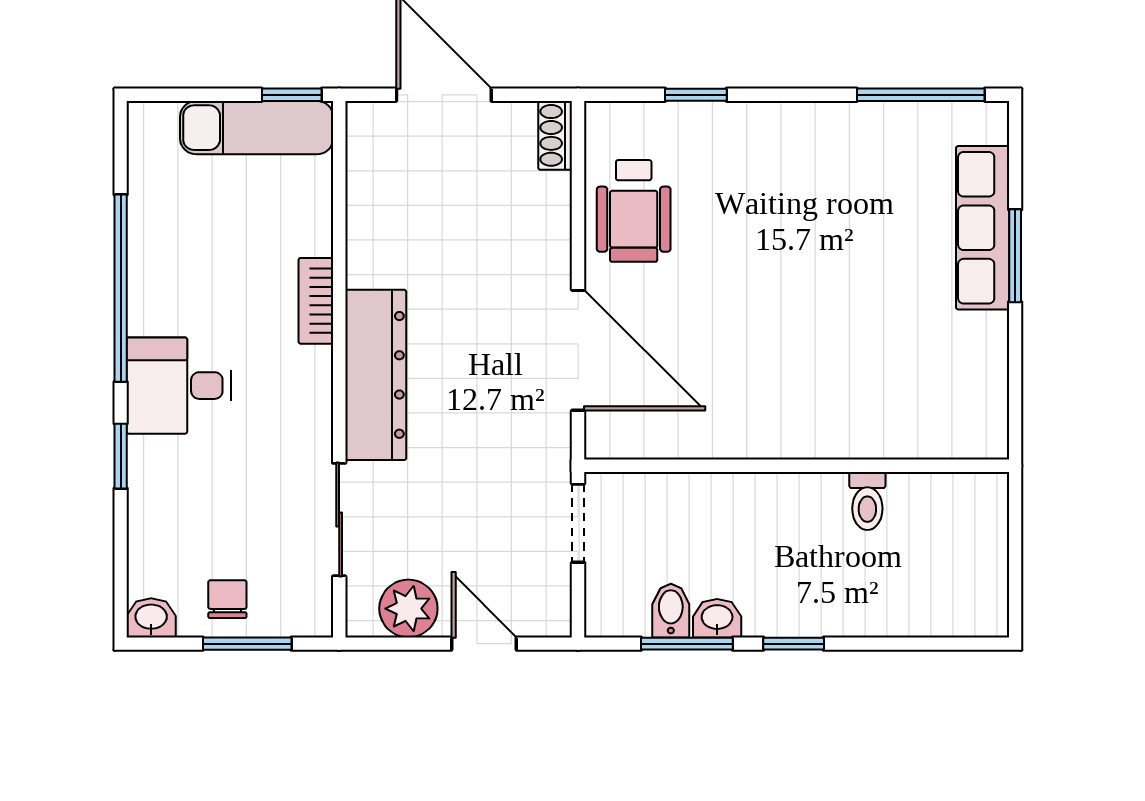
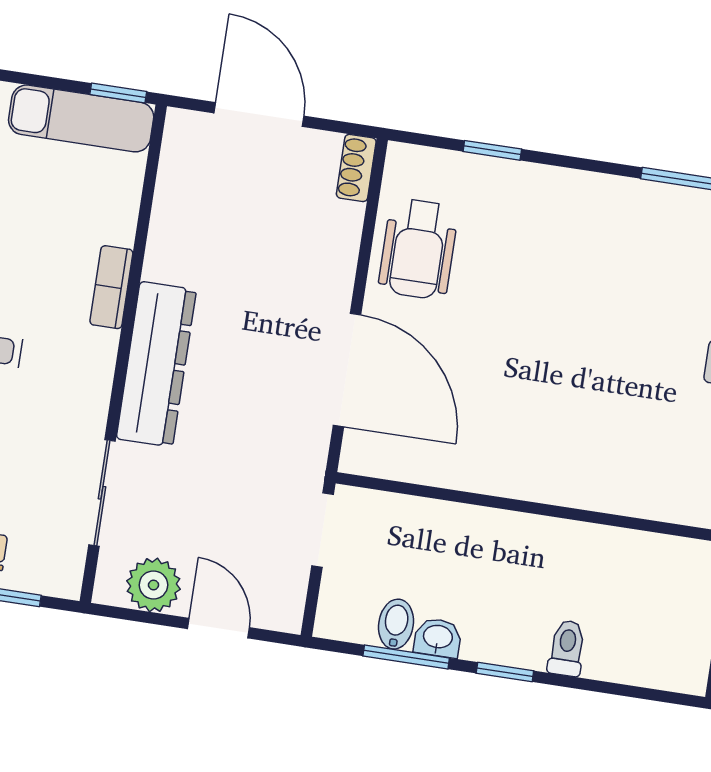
toilet: (867, 501) -> (567, 648), moved, turned 180

